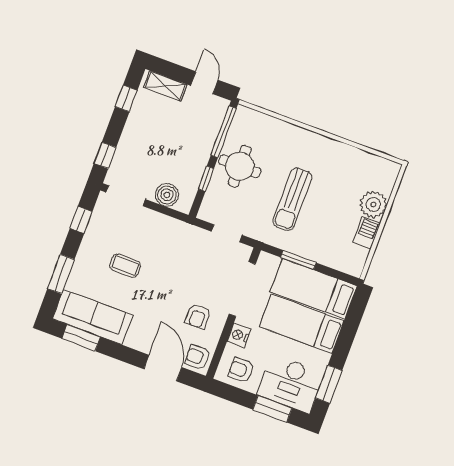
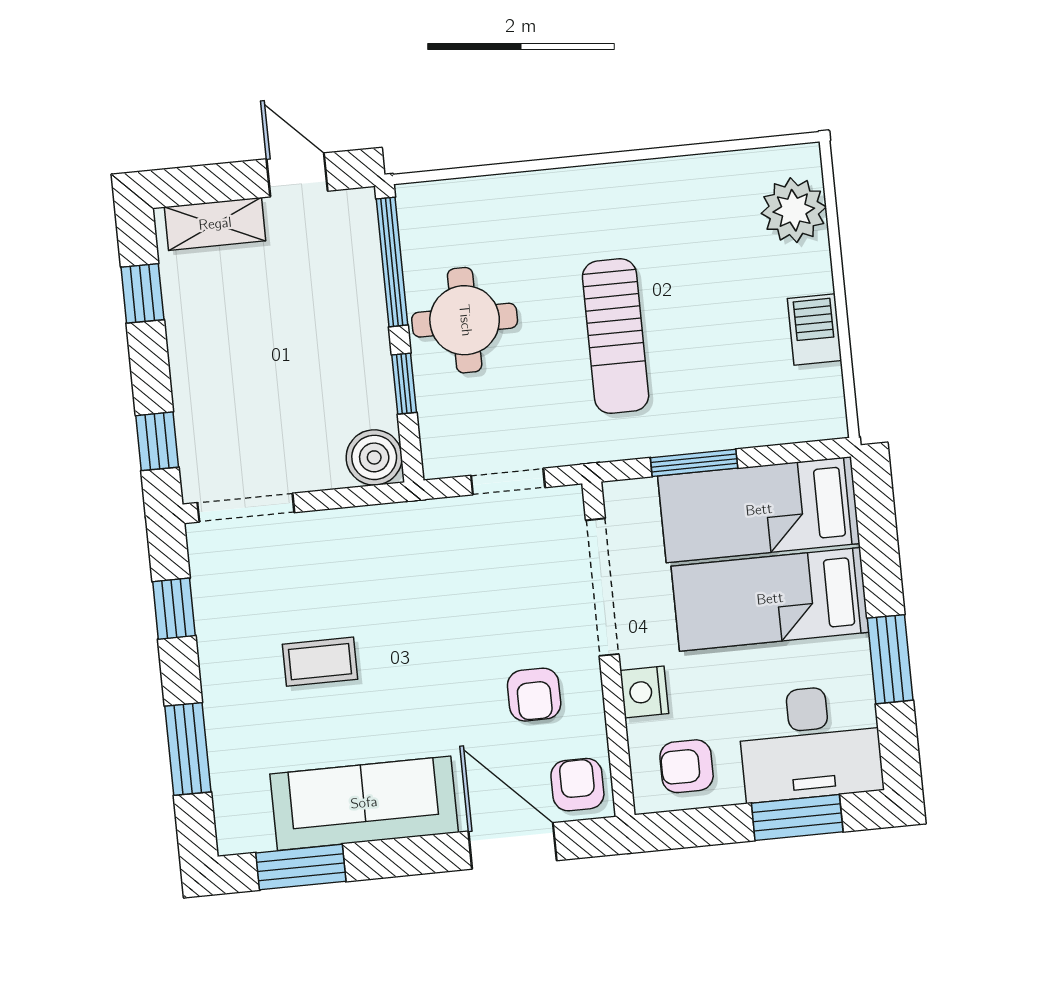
boiler: (167, 195) -> (374, 457), moved
plant: (373, 204) -> (794, 210), moved
sofa: (93, 317) -> (364, 803), moved
armchair: (198, 357) -> (577, 785), turned 90
window: (329, 384) -> (890, 659), moved

